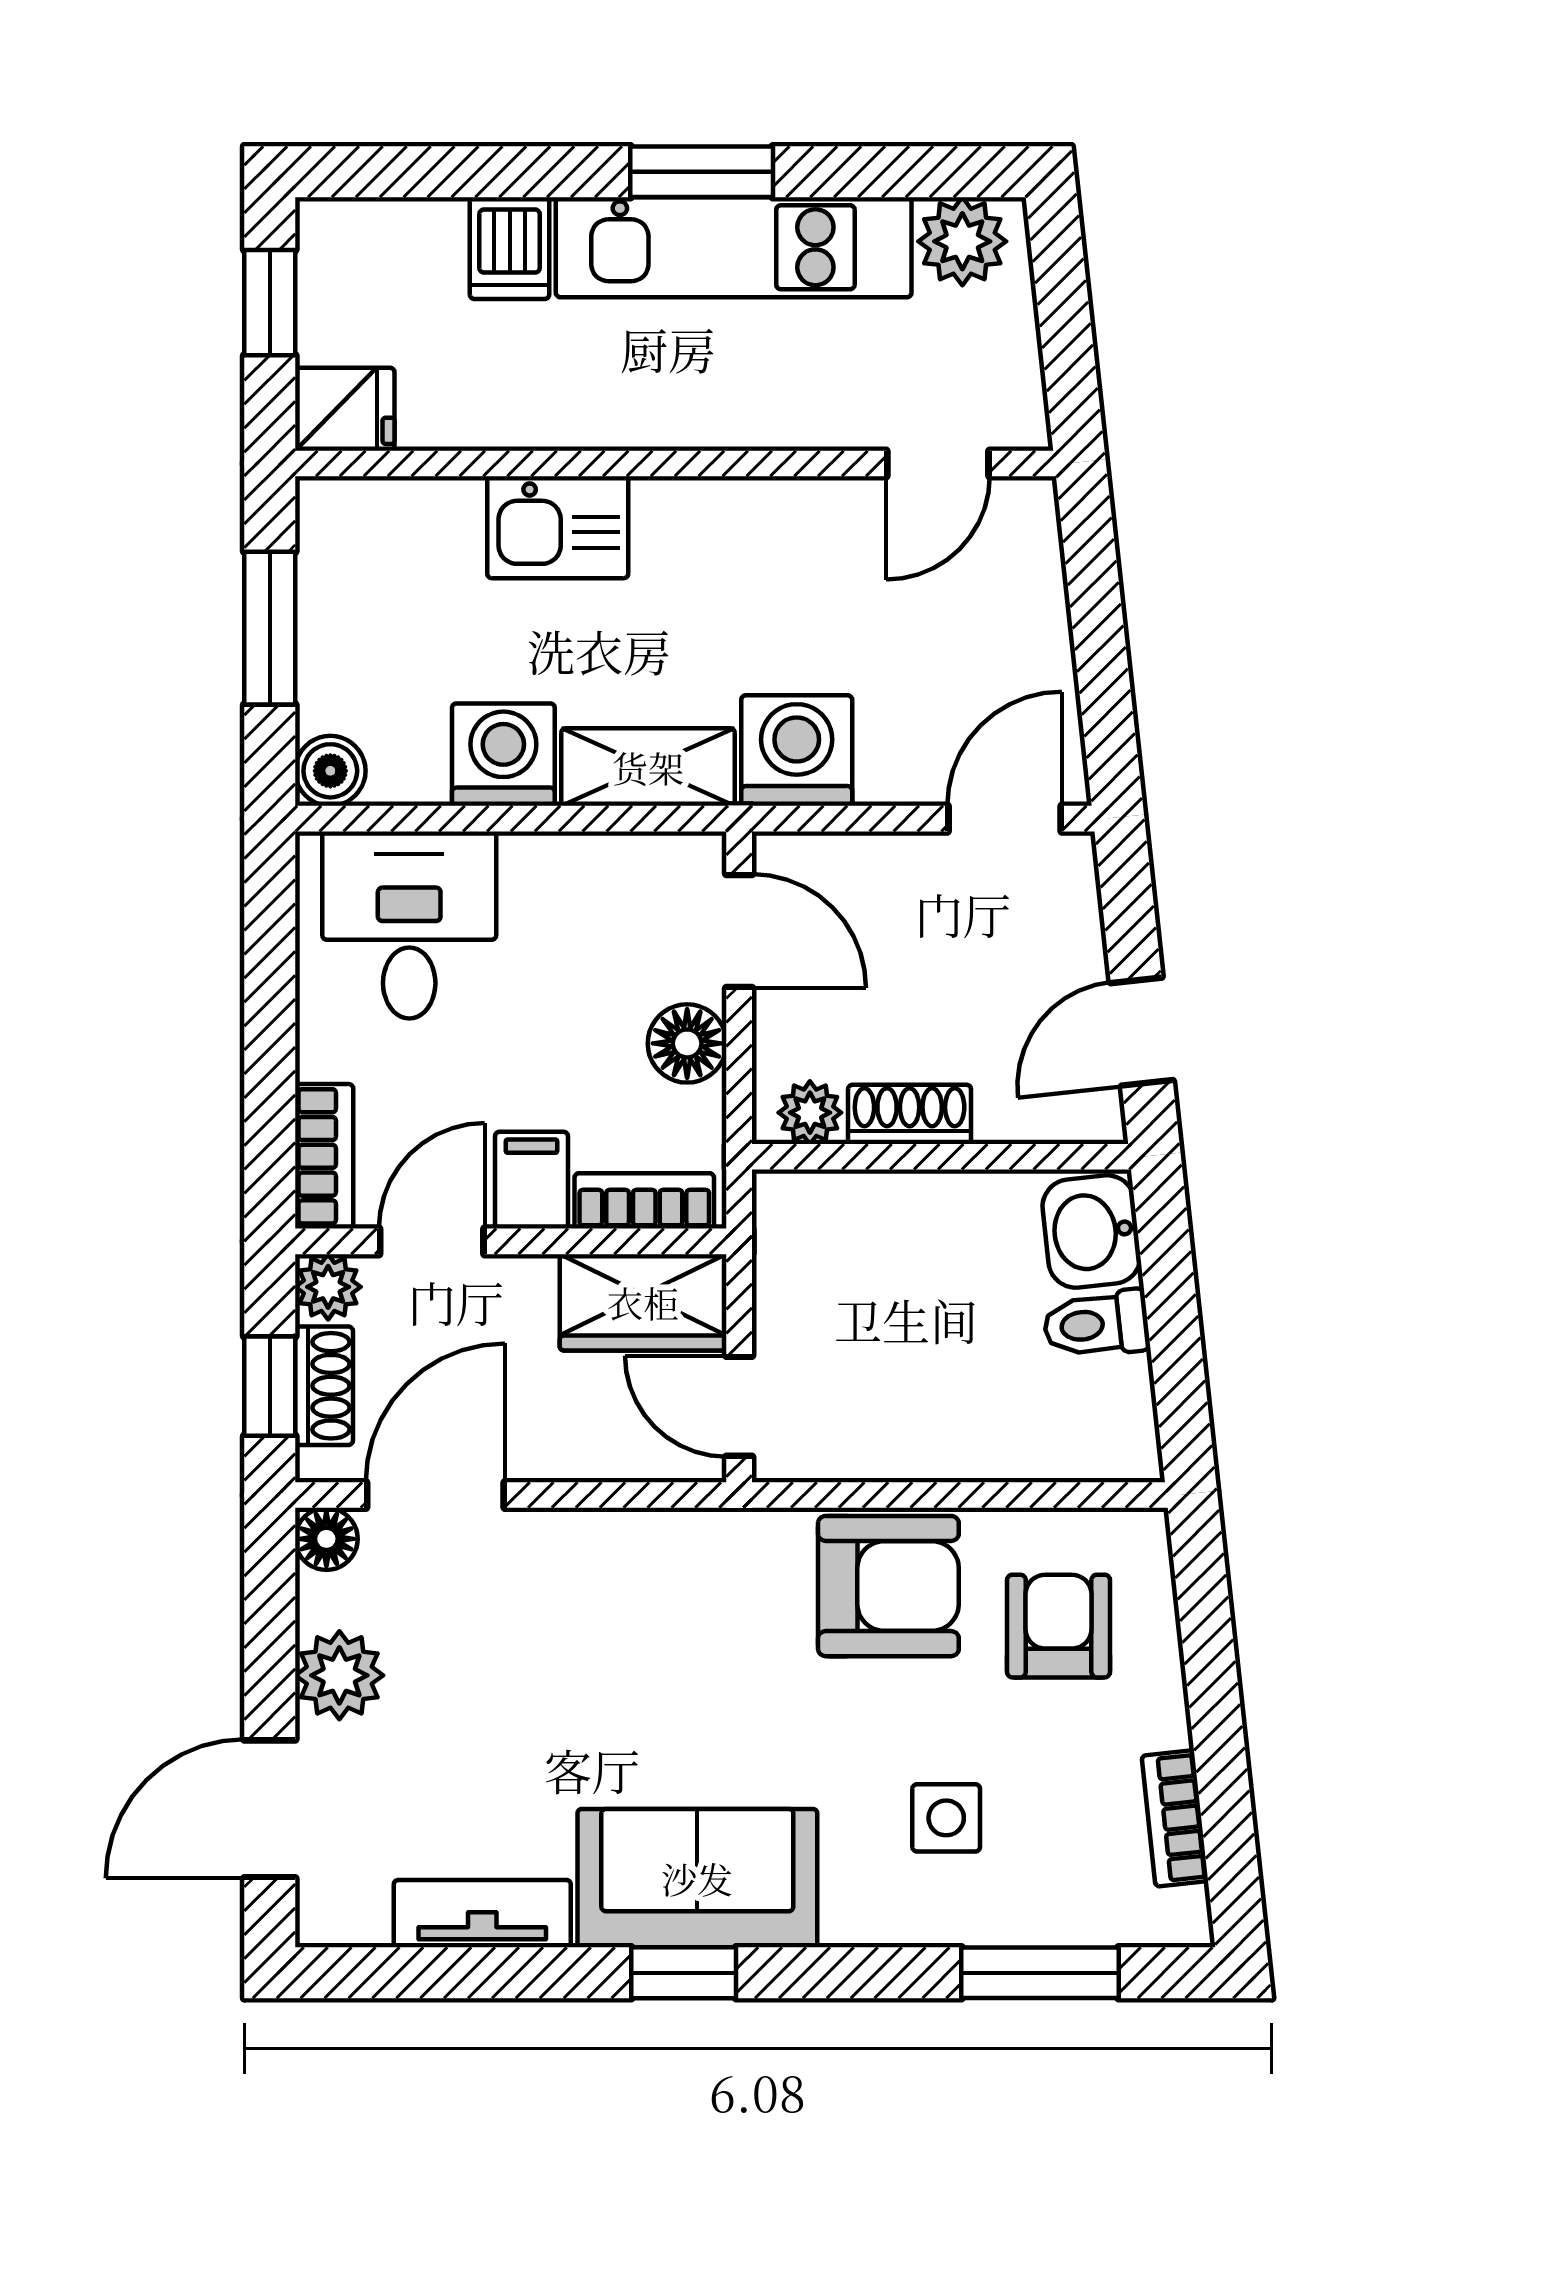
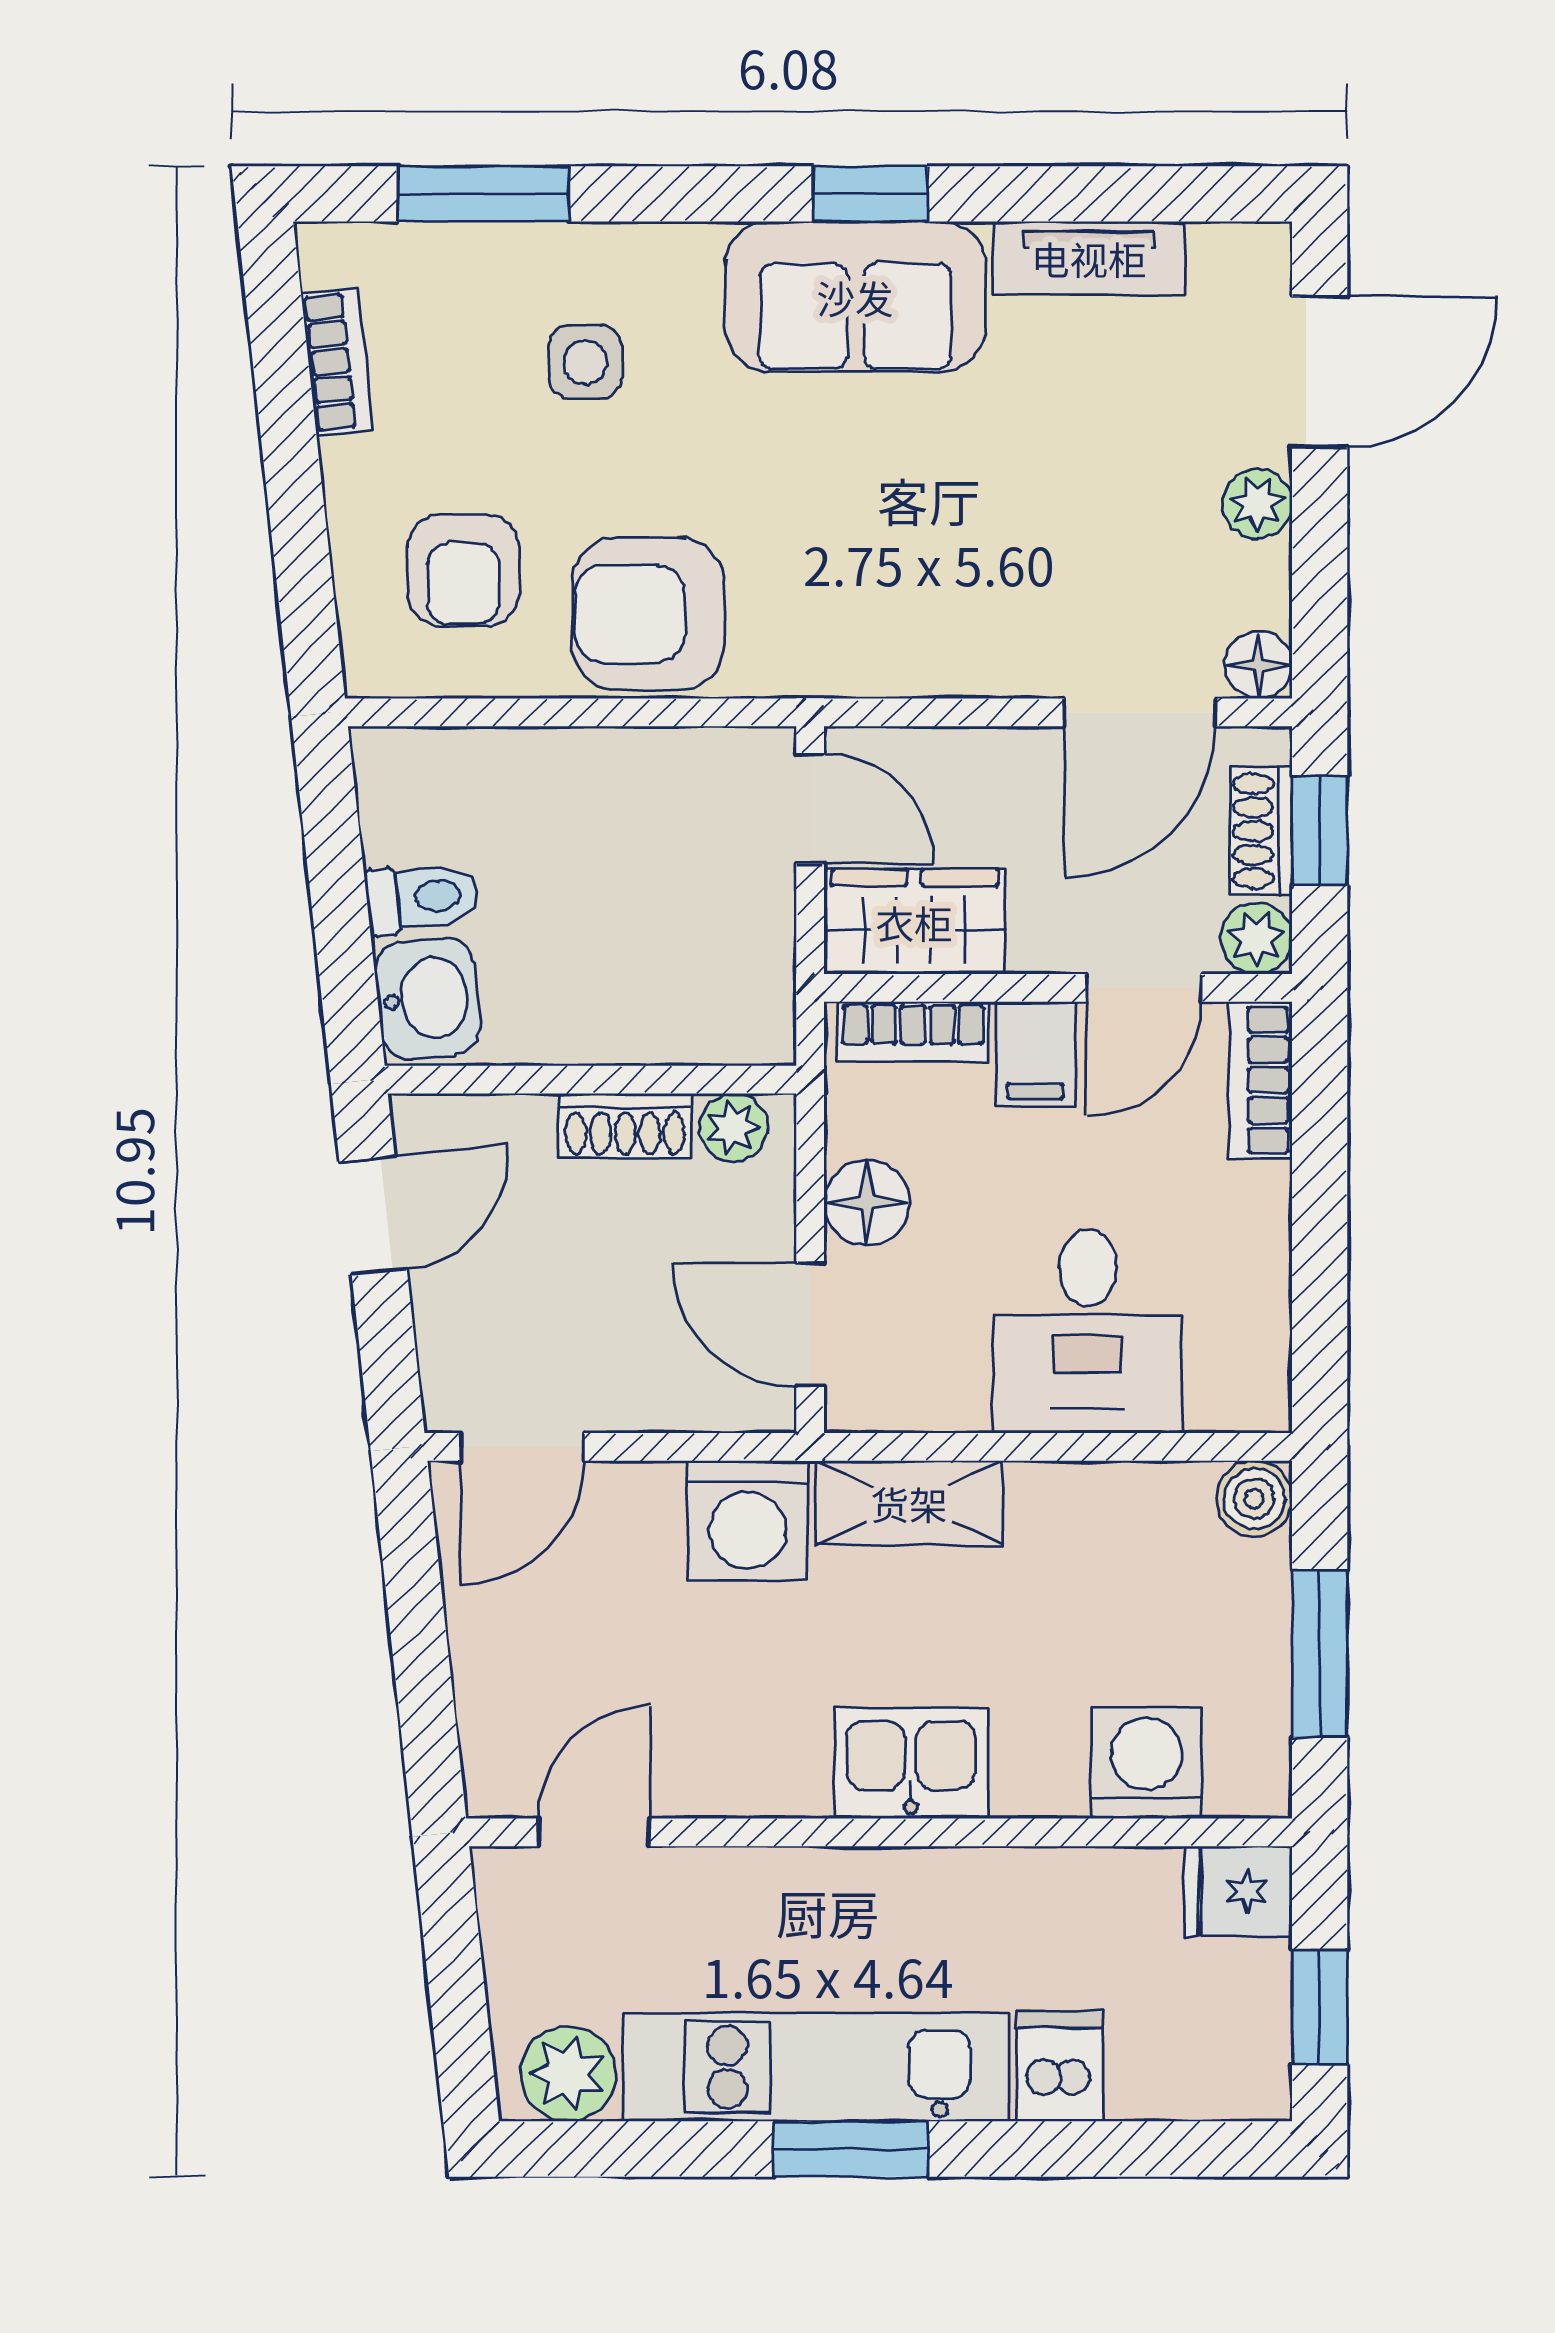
kitchen sink: (558, 527) -> (911, 1763), moved
washing machine: (503, 755) -> (1147, 1763), moved, turned 180
desk: (409, 925) -> (1088, 1331), moved
plant: (339, 1675) -> (1257, 504), width x0.73, depth x0.73

